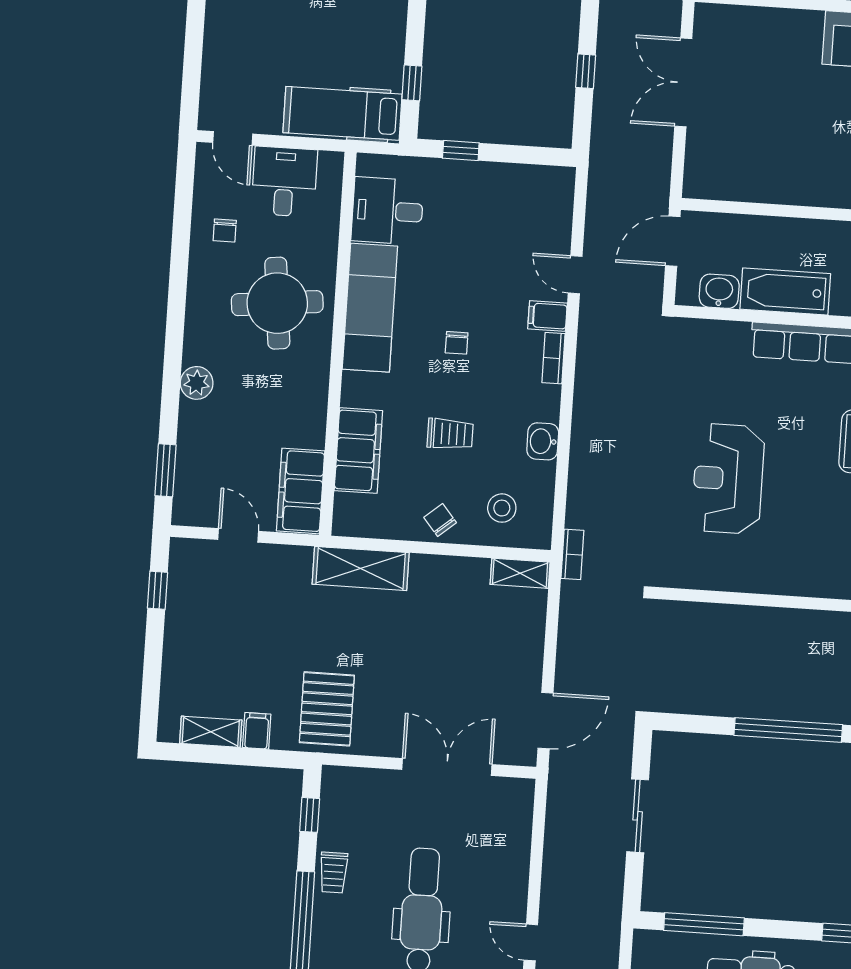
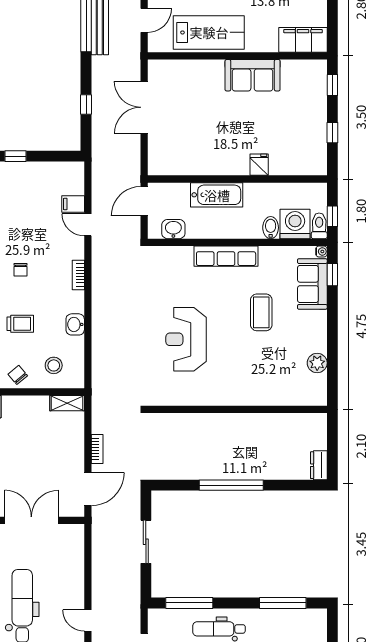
bathtub: (785, 291) -> (217, 195), moved, turned 180
filing cabinet: (547, 316) -> (73, 204), moved
bookcase: (572, 554) -> (97, 449), moved

